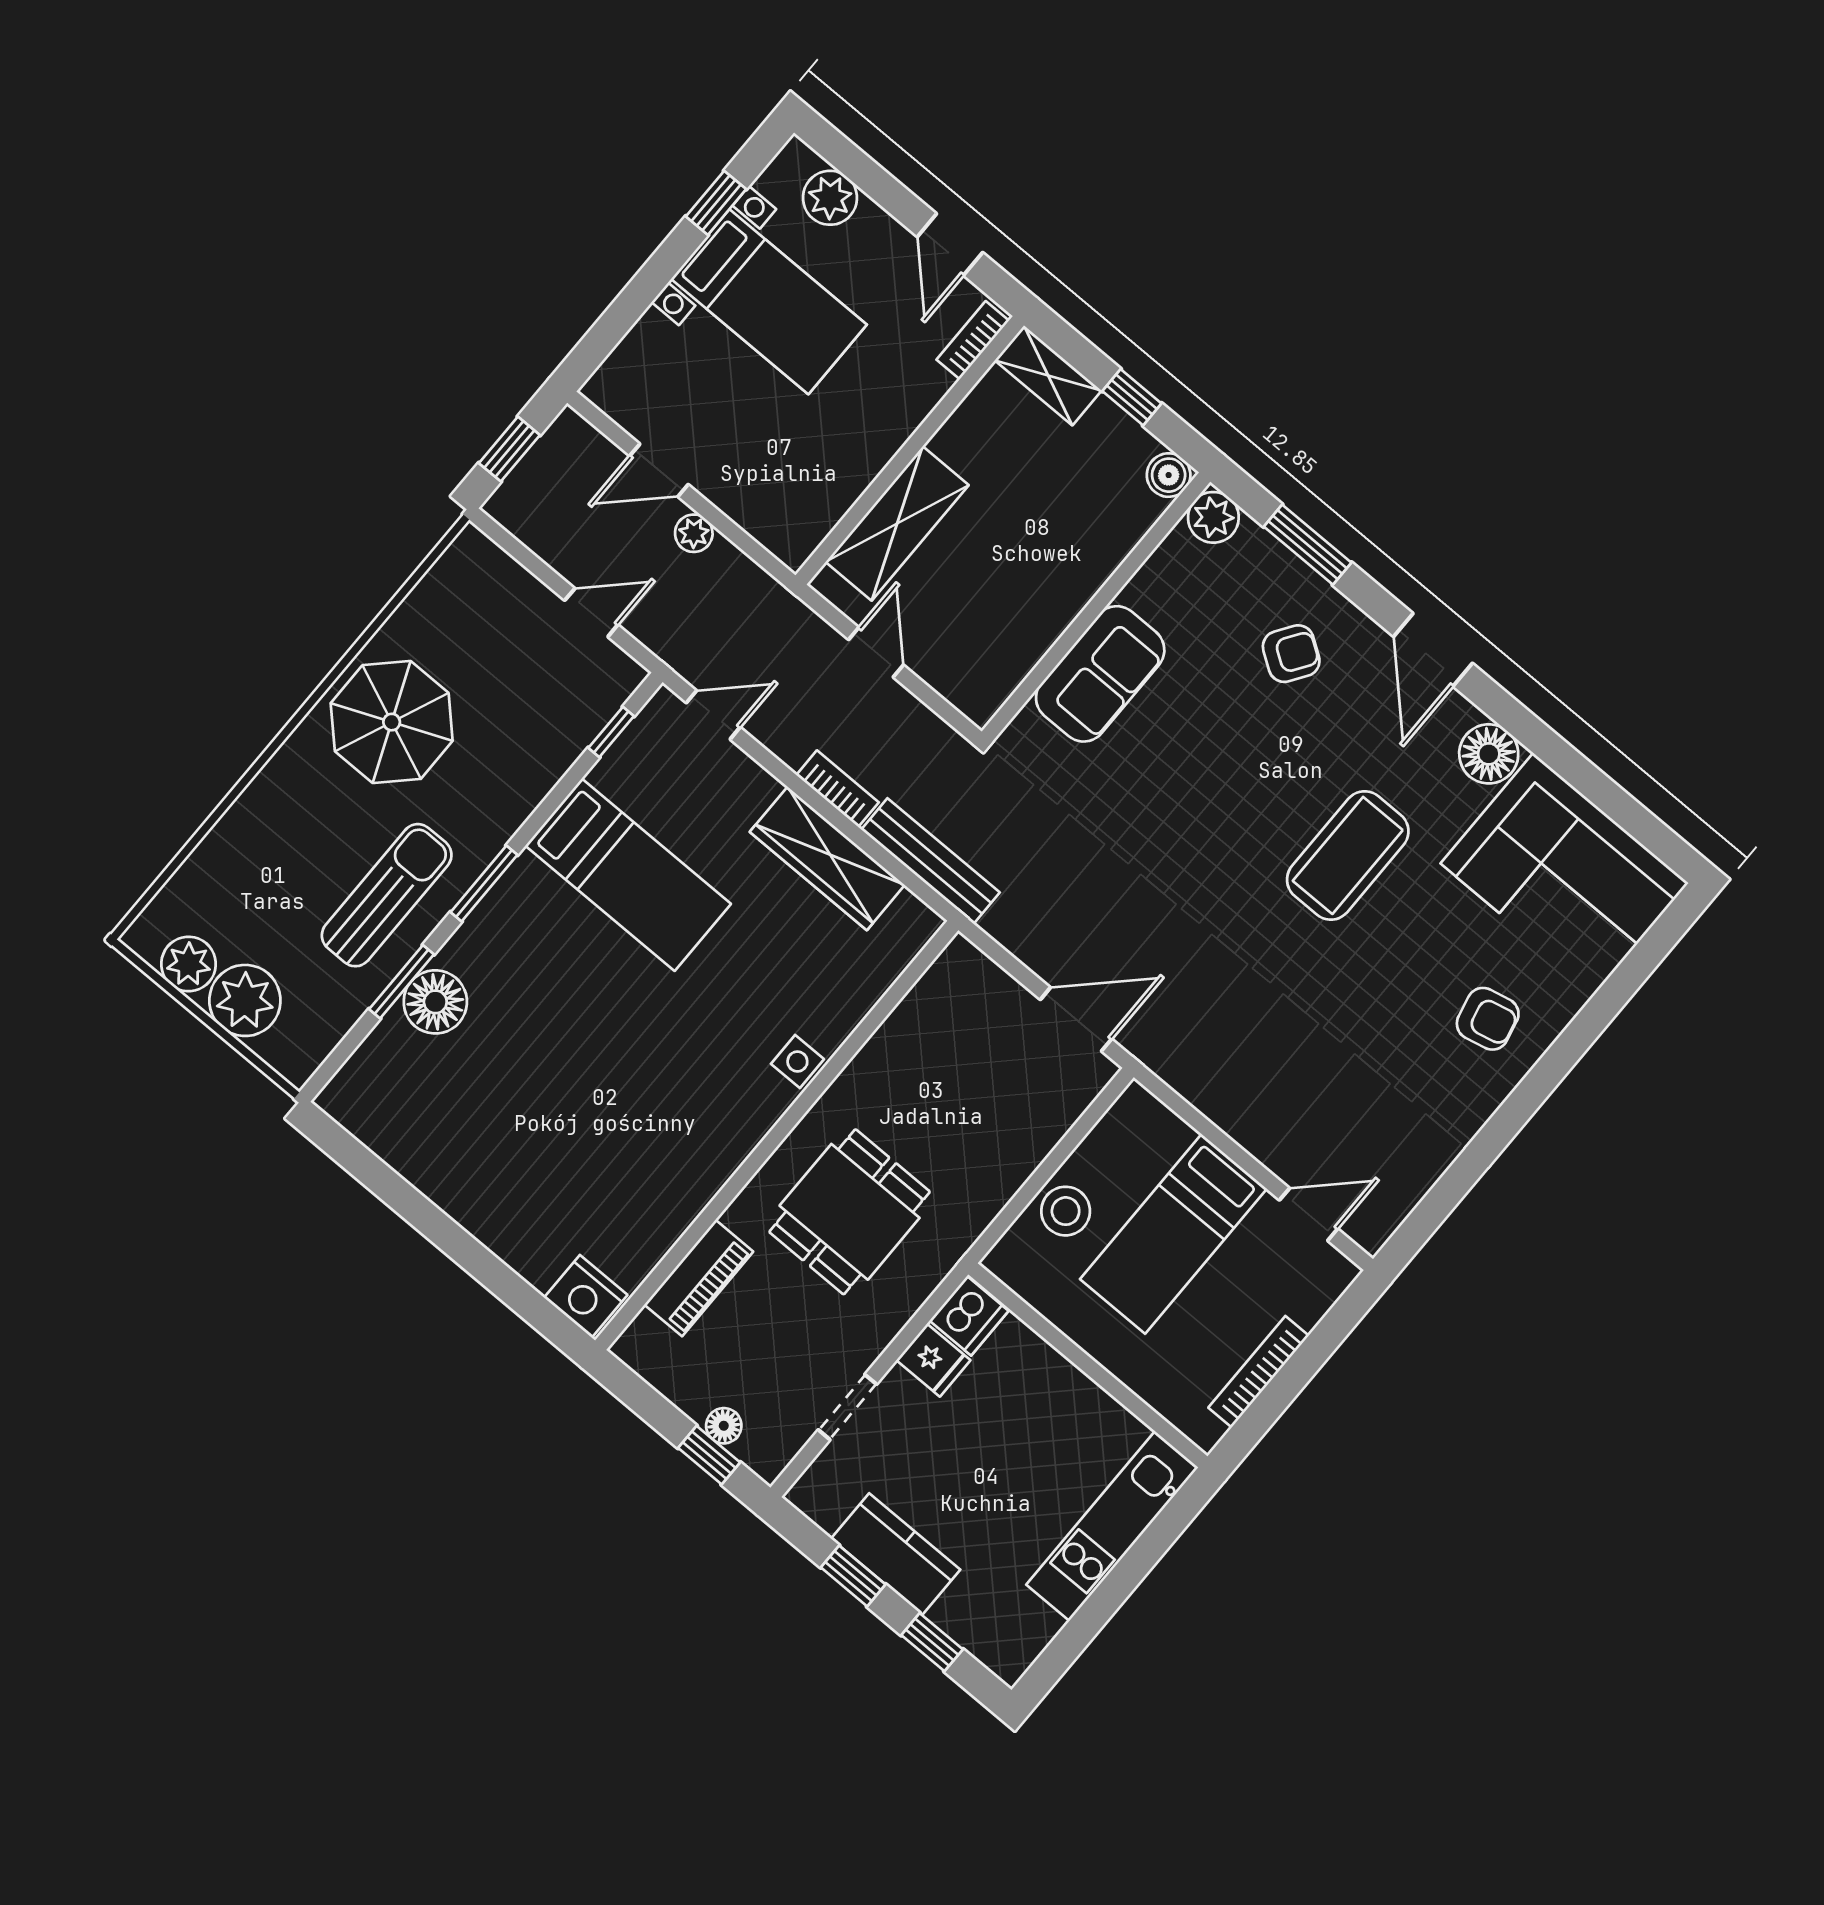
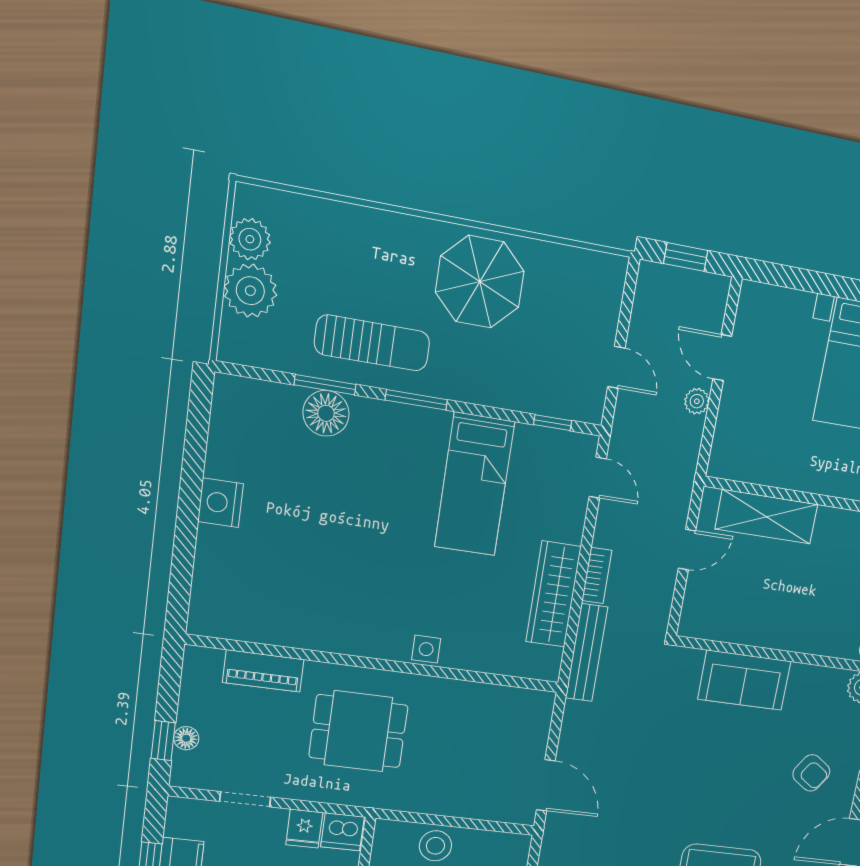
nightstand: (586, 1296) -> (220, 503), moved

